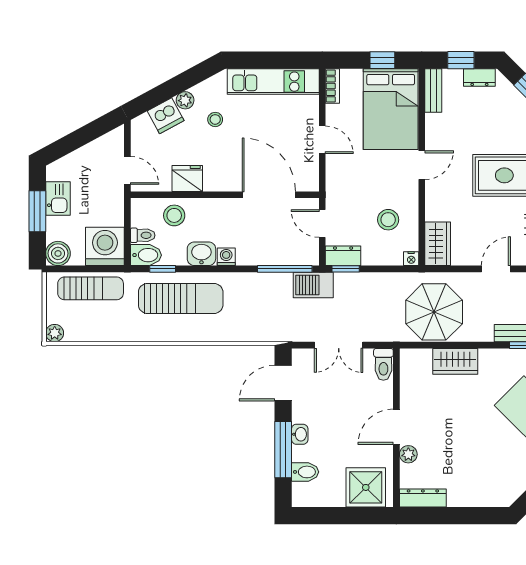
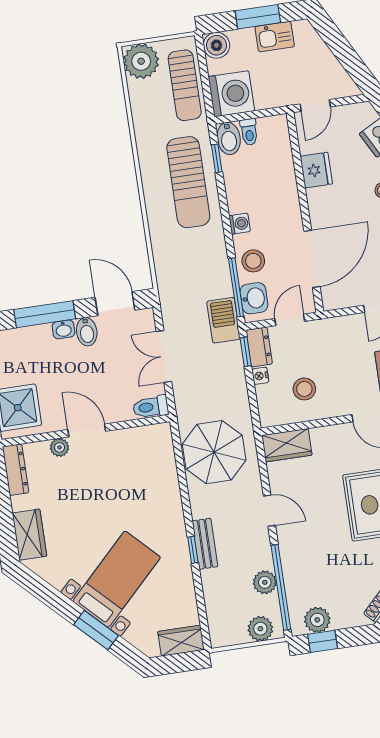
stool: (174, 215) -> (253, 261), moved
washbasin: (201, 254) -> (254, 298), moved
nightstand: (411, 259) -> (260, 376), moved
plant: (55, 333) -> (141, 61), width x1.88, depth x1.88
wardrobe: (455, 361) -> (29, 535), moved, turned 180
bidet: (305, 472) -> (87, 332), moved

